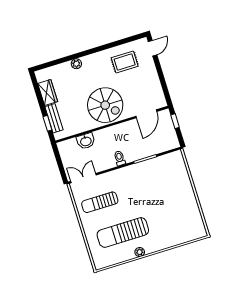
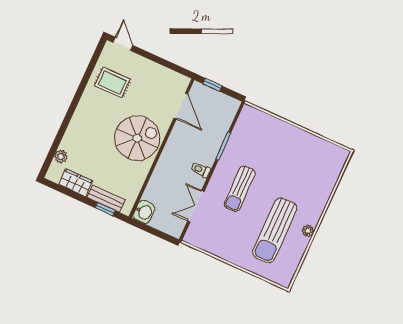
rug: (125, 62) -> (112, 83), turned 90
plant: (76, 64) -> (61, 156), moved
washbasin: (86, 141) -> (144, 212), moved
double door: (83, 178) -> (196, 206), moved
sun lounger: (100, 202) -> (240, 189), moved

